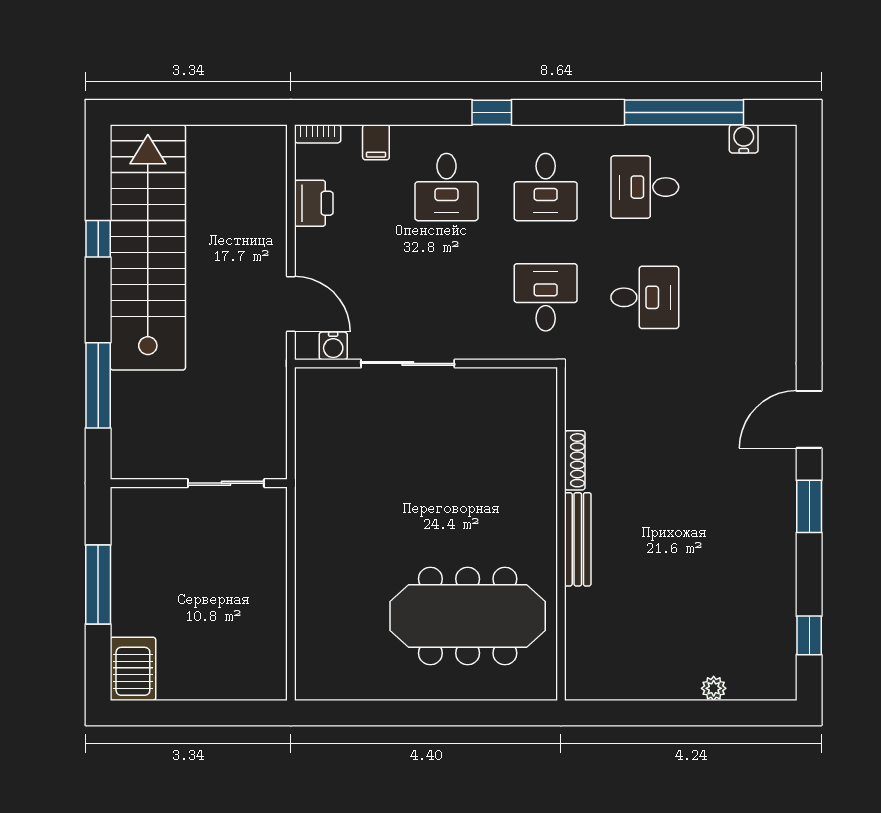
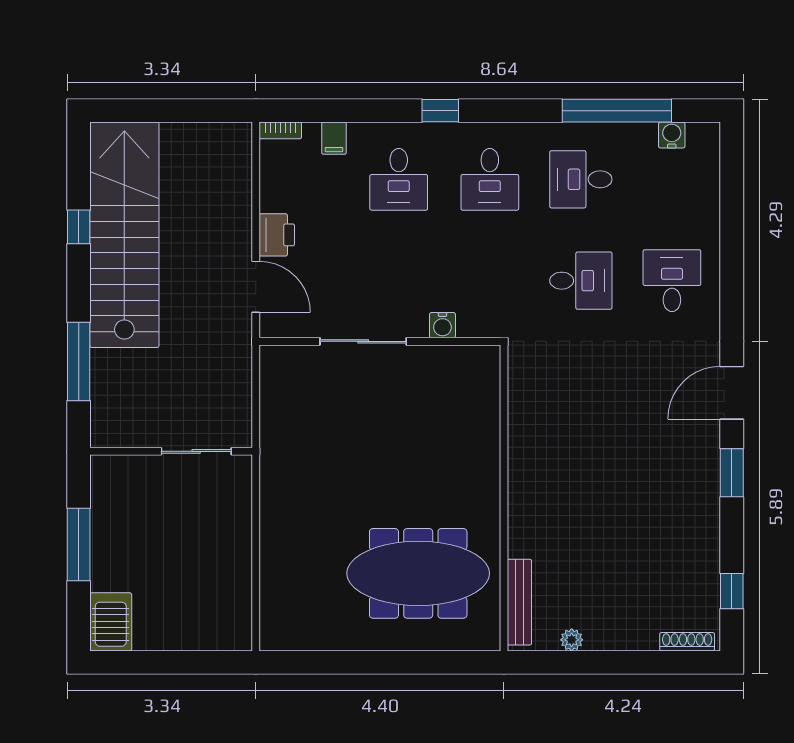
printer: (314, 203) -> (277, 235), moved
desk: (546, 297) -> (672, 281), moved
water cooler: (333, 346) -> (442, 325), moved
shoe rack: (575, 460) -> (687, 642), moved, turned -90
bench: (578, 539) -> (519, 602), moved
plant: (714, 688) -> (572, 640), moved

